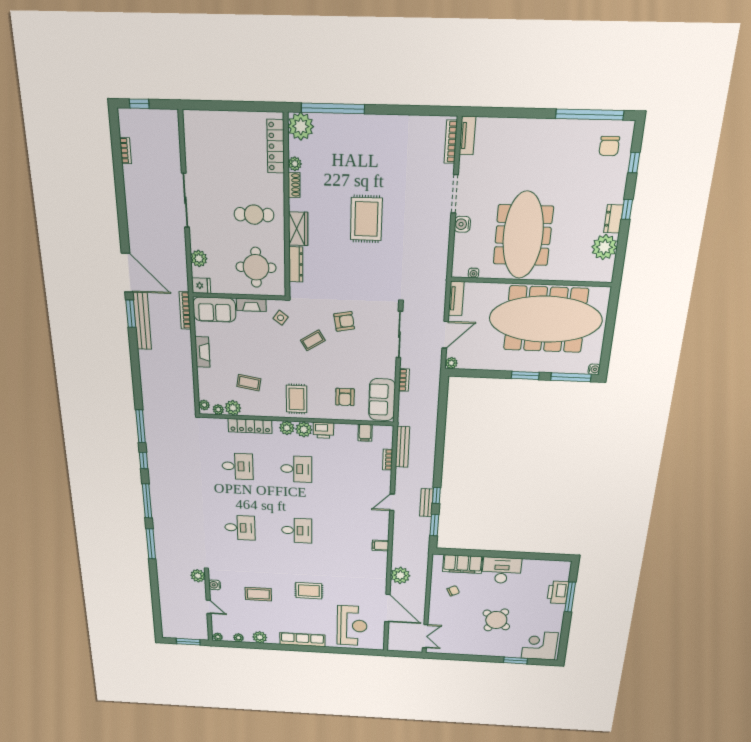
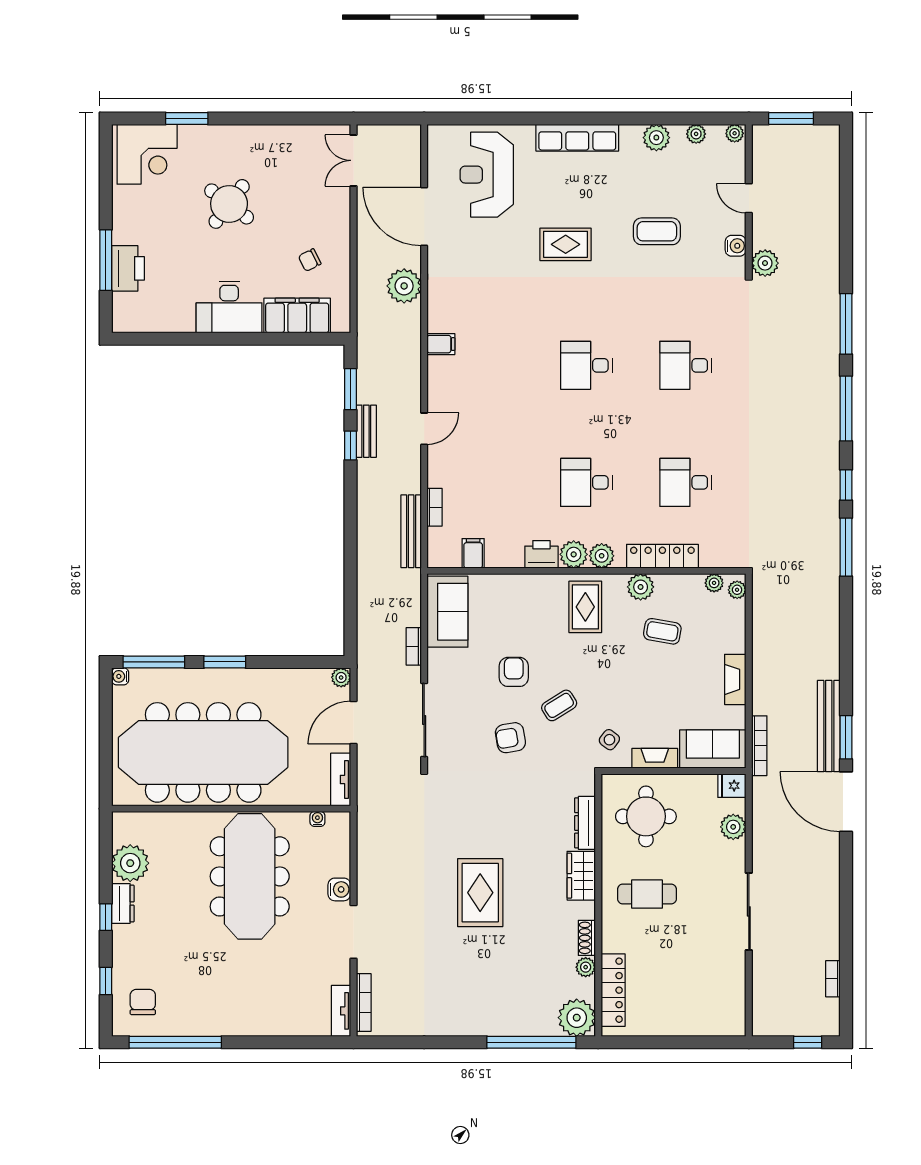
armchair: (345, 397) -> (514, 672), moved
plant: (233, 408) -> (641, 587), moved

